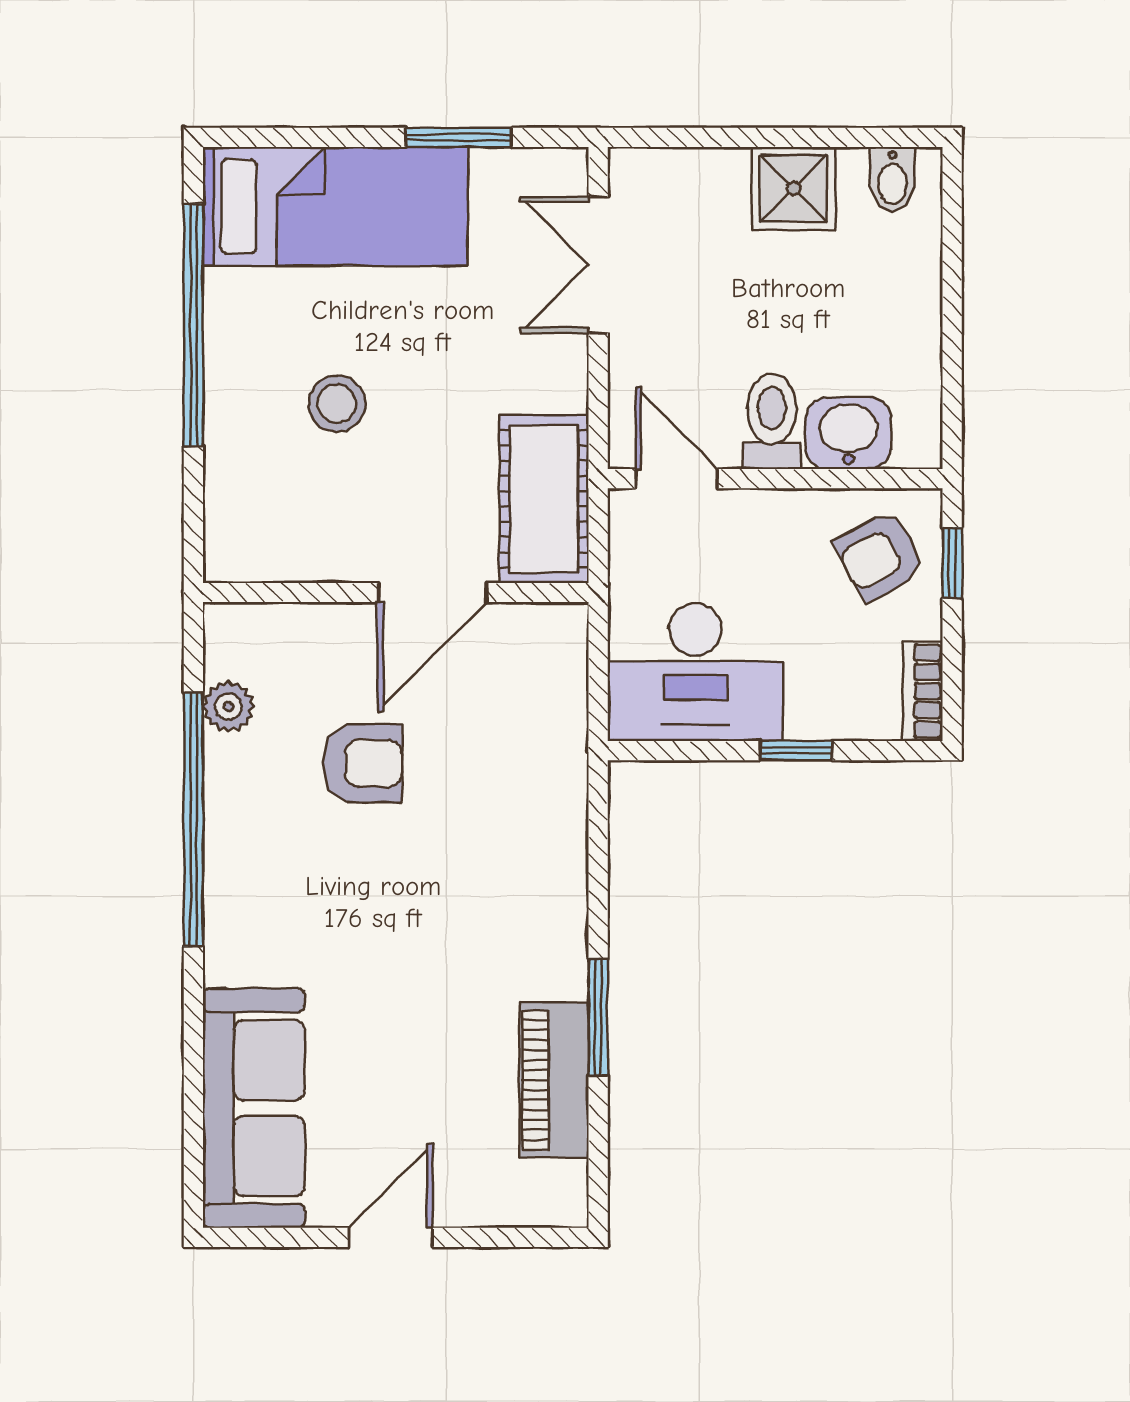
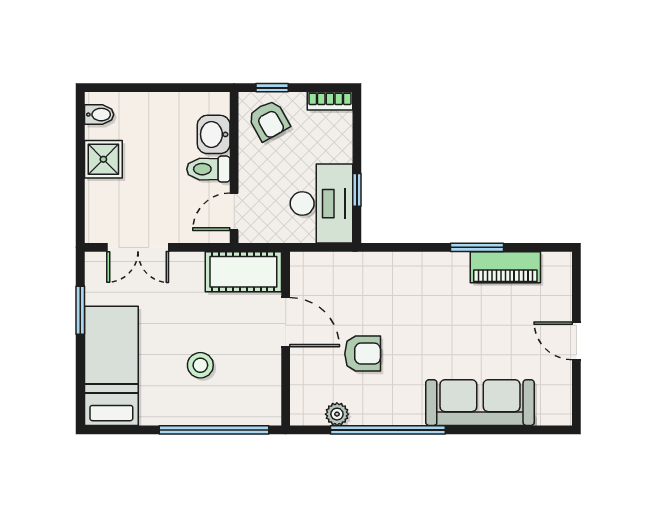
window: (193, 325) -> (214, 430), moved
window: (796, 751) -> (357, 190), moved
armchair: (363, 763) -> (363, 354), turned 90
sofa: (254, 1108) -> (480, 403), moved

